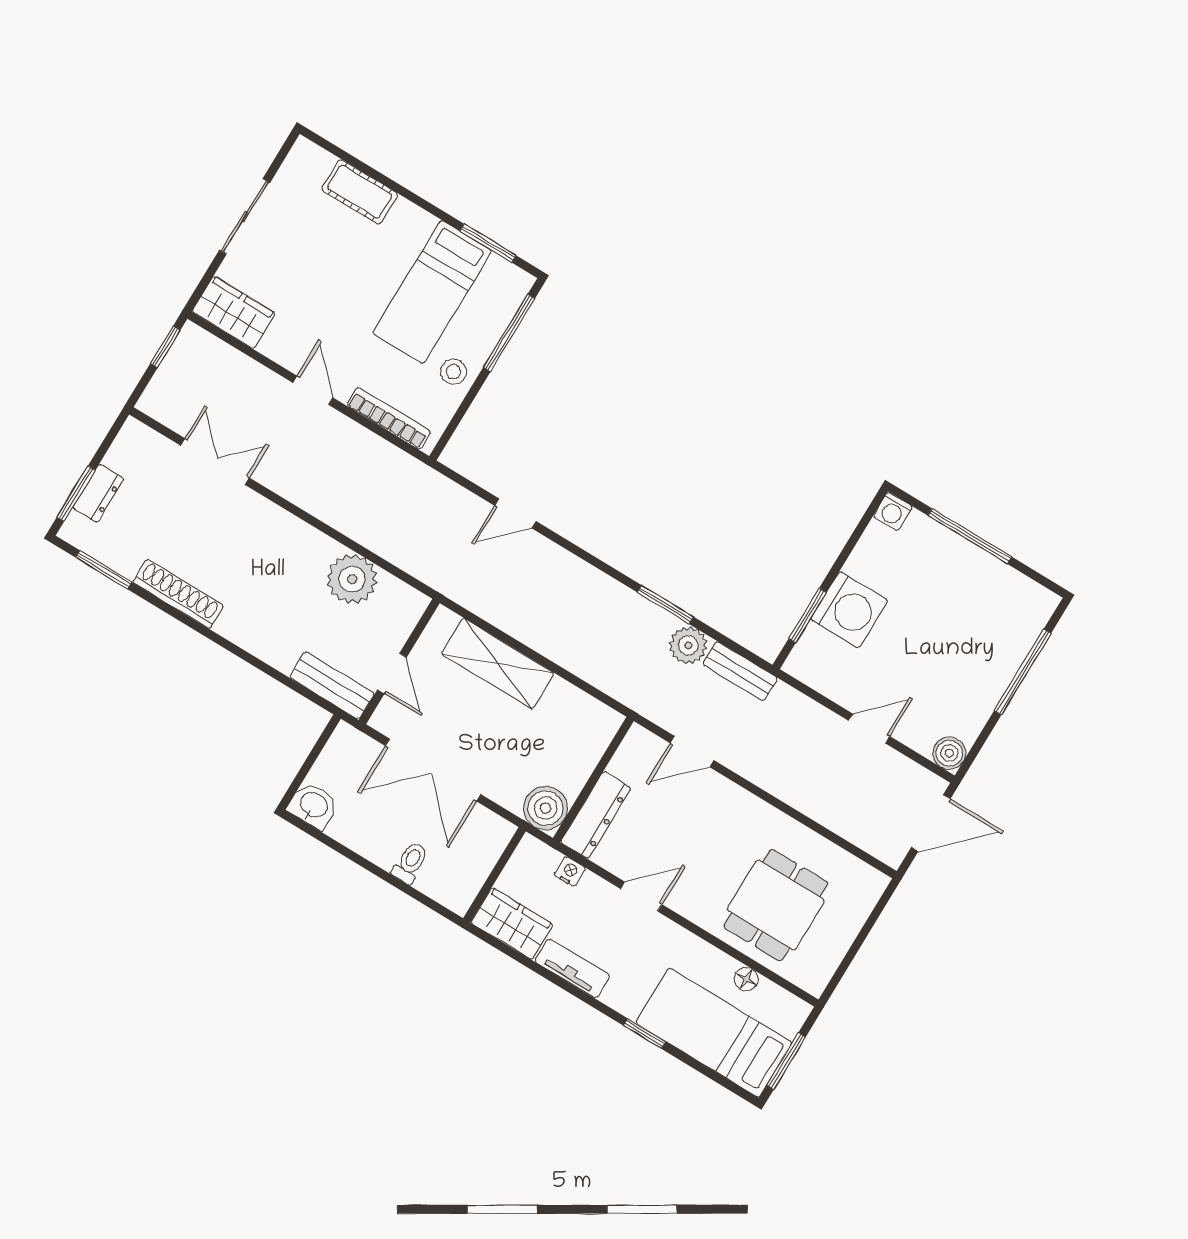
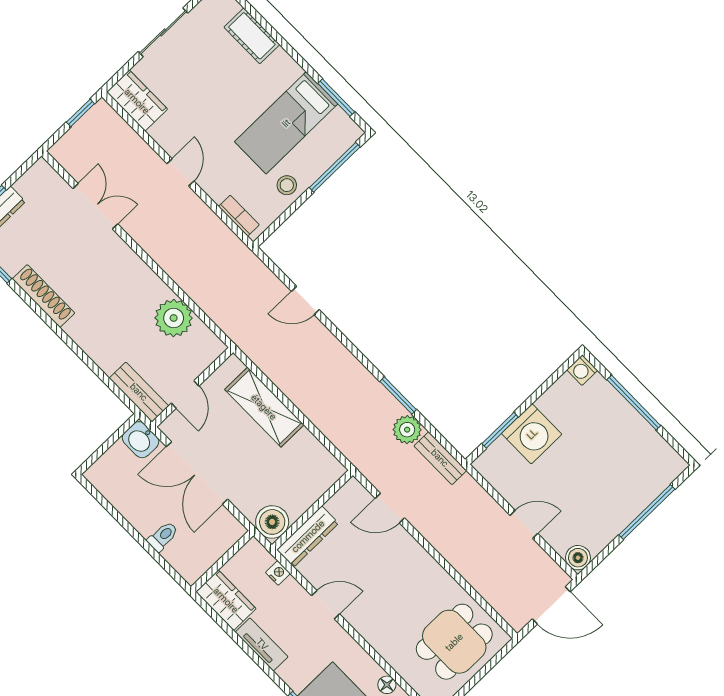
bookcase: (389, 418) -> (239, 216), width x0.64
washbasin: (313, 806) -> (141, 440), moved, turned 180
dining table: (776, 905) -> (454, 642), moved

